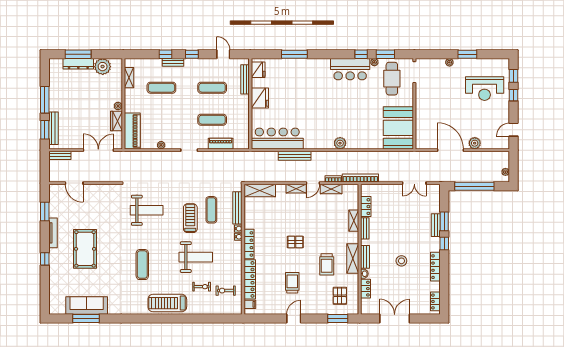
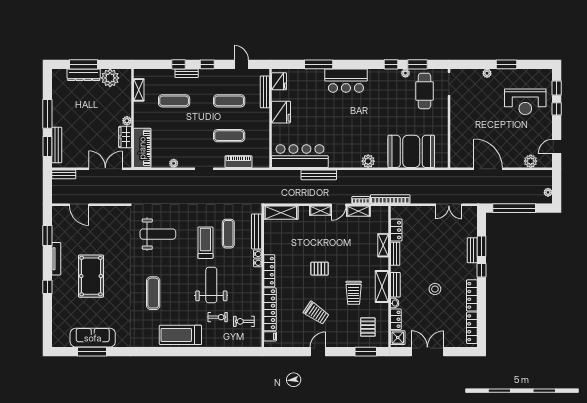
bar counter: (350, 69) -> (346, 81), moved
booth: (398, 128) -> (411, 151), moved, turned 90
plant: (475, 143) -> (531, 161), moved
weight bench: (196, 257) -> (211, 285), turned -90
trolley: (292, 283) -> (316, 313), turned 124
locker: (435, 301) -> (472, 328), width x1.53
shower: (367, 306) -> (398, 338), added

